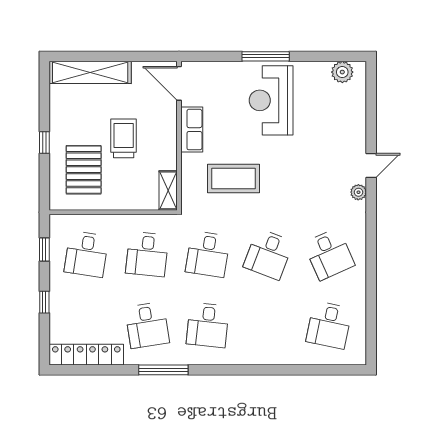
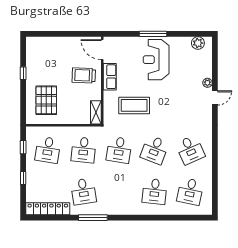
shelving: (90, 72) -> (50, 43), removed
trolley: (124, 138) -> (84, 75), moved, turned -88
window: (44, 142) -> (23, 73), moved
plant: (358, 192) -> (207, 83), moved
desk: (208, 325) -> (155, 191), moved

